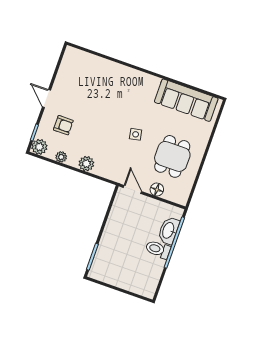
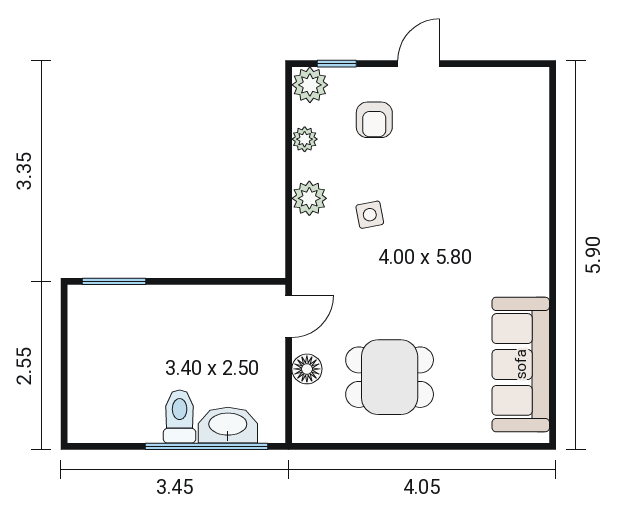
side table: (136, 134) -> (370, 215), moved

